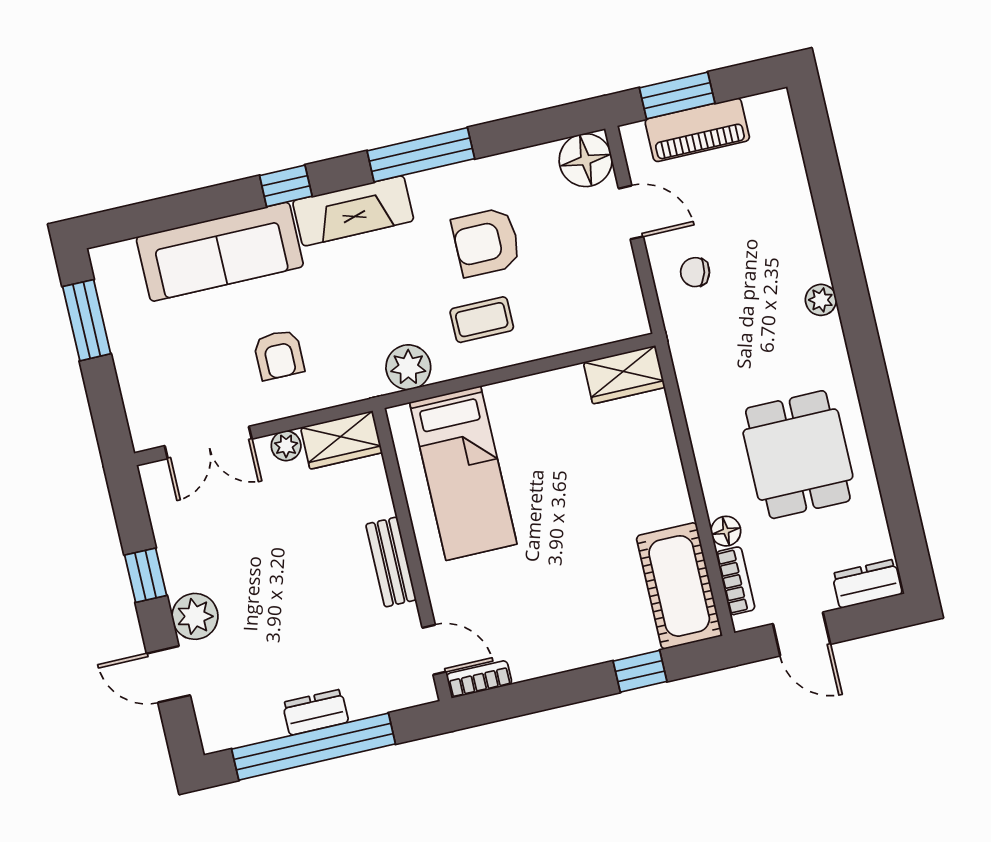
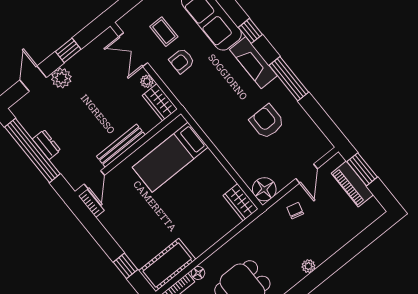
floor lamp: (586, 160) -> (264, 189), moved
coffee table: (482, 320) -> (164, 32), moved
plant: (408, 367) -> (202, 115), removed
bench: (391, 562) -> (121, 146), width x1.36

